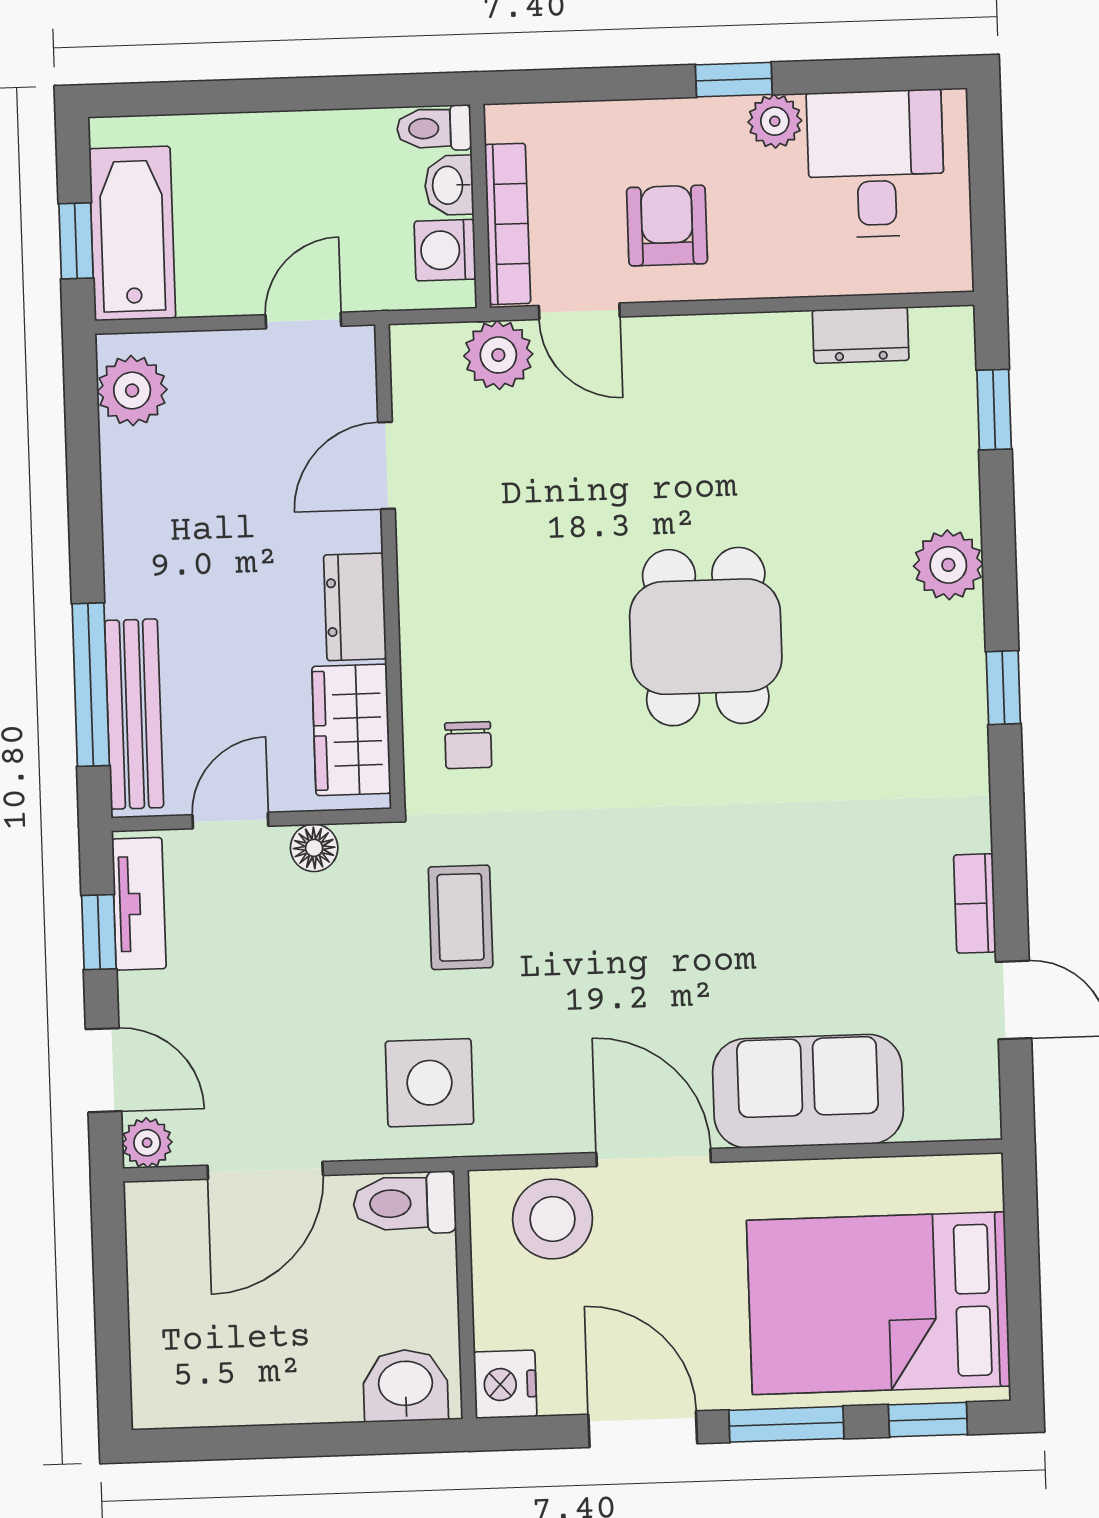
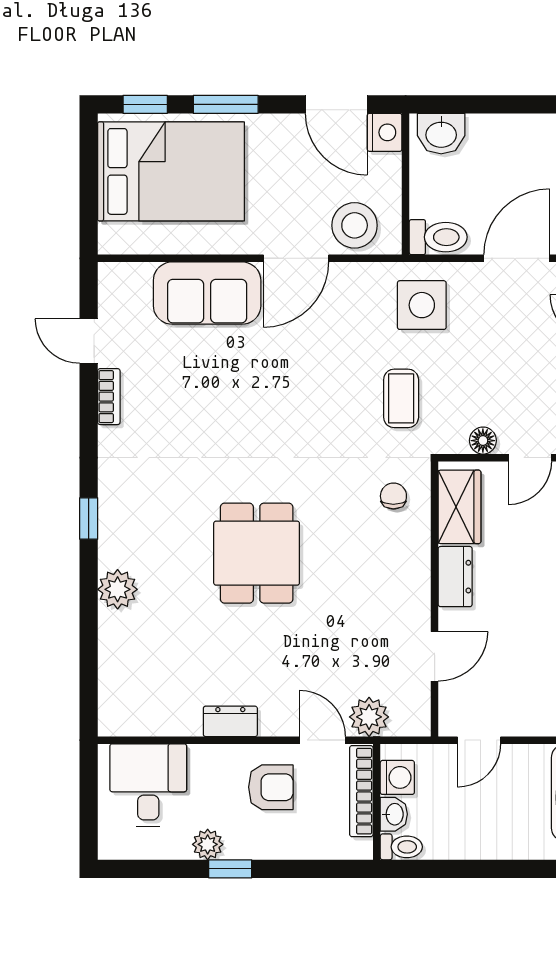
desk: (876, 164) -> (148, 785), moved, turned 180
armchair: (667, 226) -> (271, 787), turned -90
dresser: (861, 335) -> (230, 721), moved
window: (994, 410) -> (89, 677), removed
door: (654, 1158) -> (296, 258), hinge flipped
door: (643, 1429) -> (336, 104), moved

